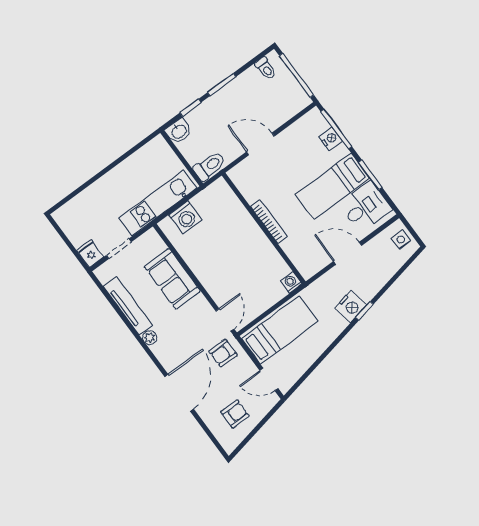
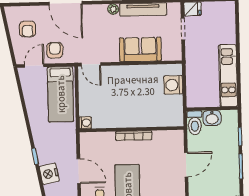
washbasin: (179, 131) -> (212, 118), moved, turned -90
kitchen unit: (158, 203) -> (228, 76), moved, turned 180
door: (348, 253) -> (79, 171), hinge flipped
nightstand: (351, 306) -> (49, 174), moved
armchair: (223, 353) -> (55, 50), moved

